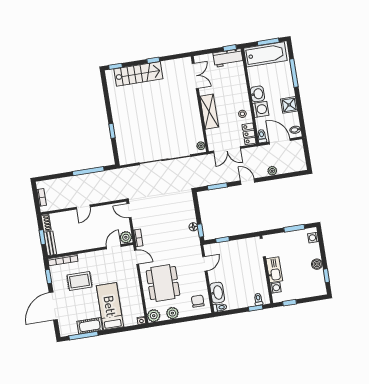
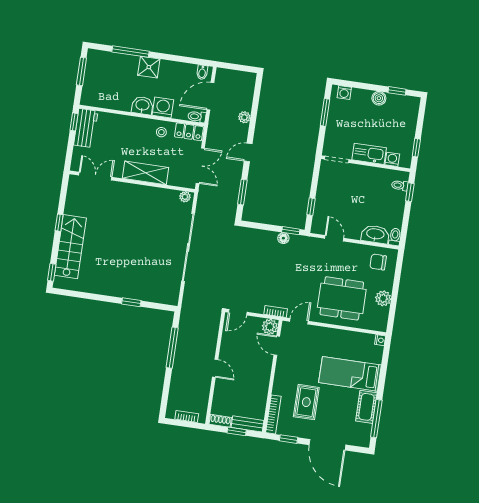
bathtub: (265, 54) -> (96, 80), removed
shower: (289, 105) -> (149, 67), moved
plant: (154, 316) -> (379, 323), removed

